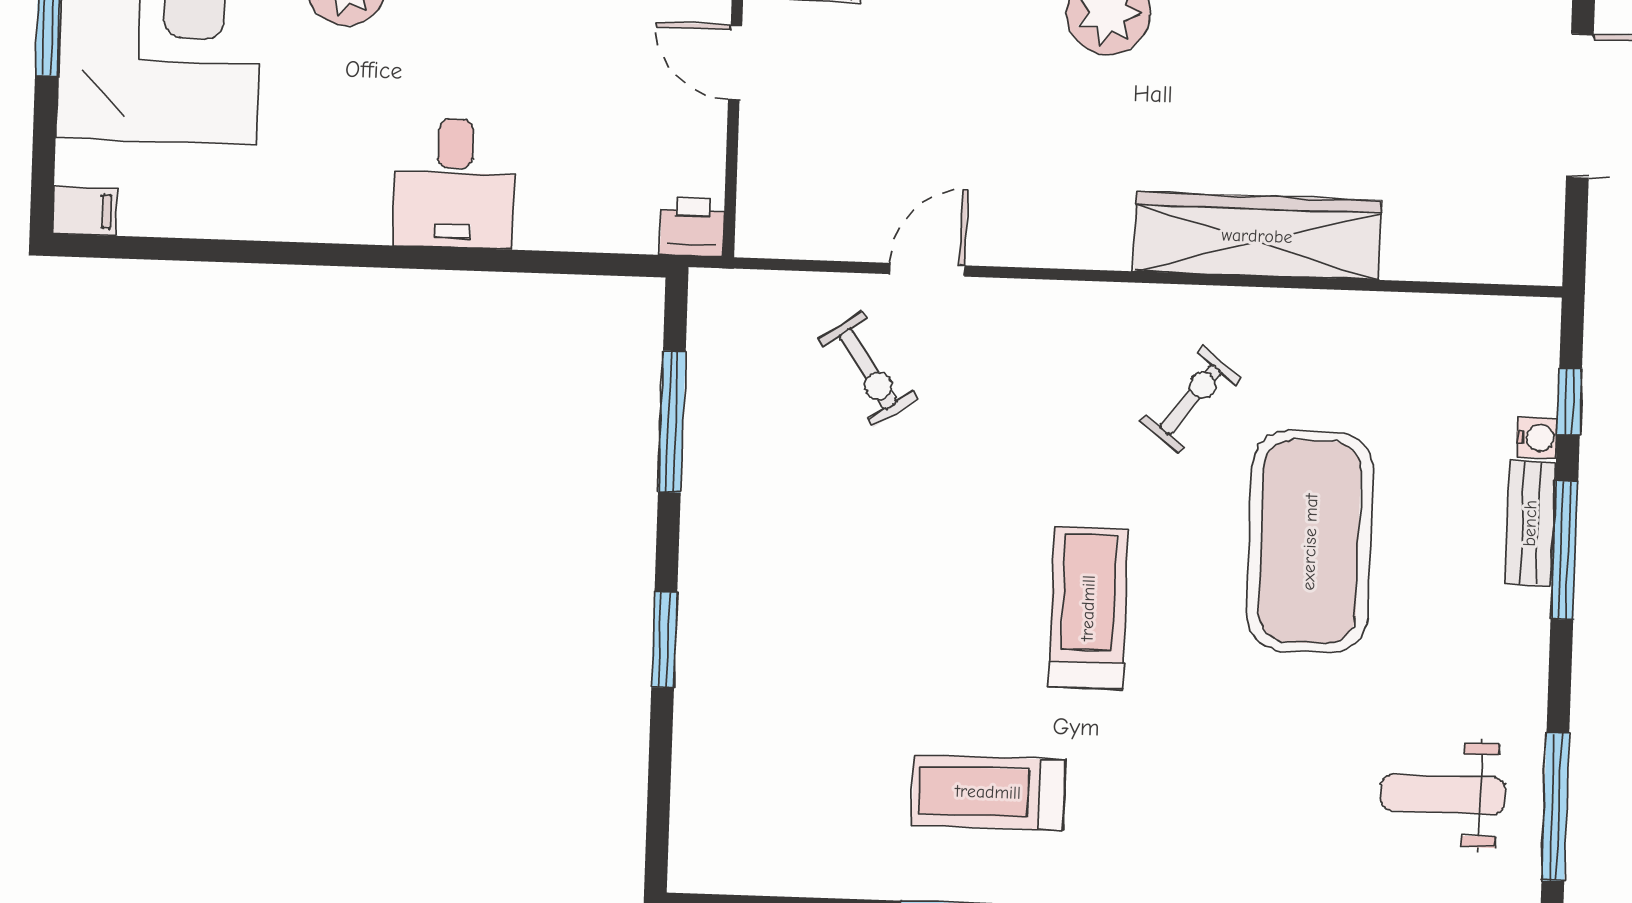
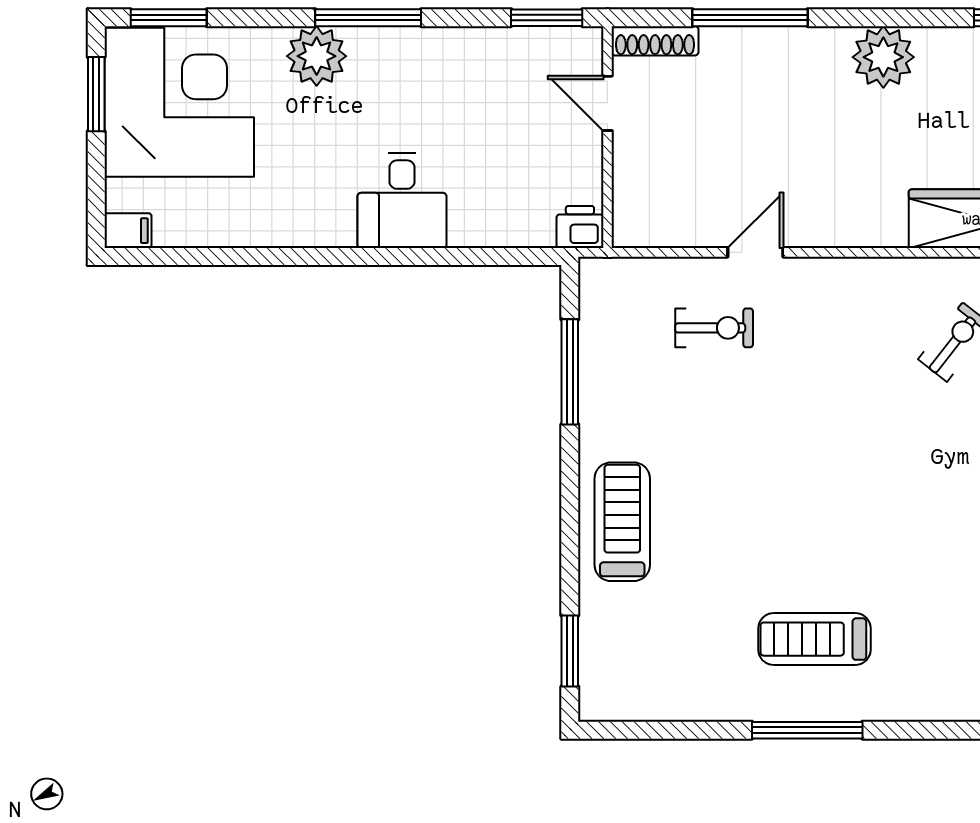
exercise bike: (868, 369) -> (714, 328), turned -56
treadmill: (1088, 608) -> (622, 522), moved
window: (664, 640) -> (570, 651), moved

